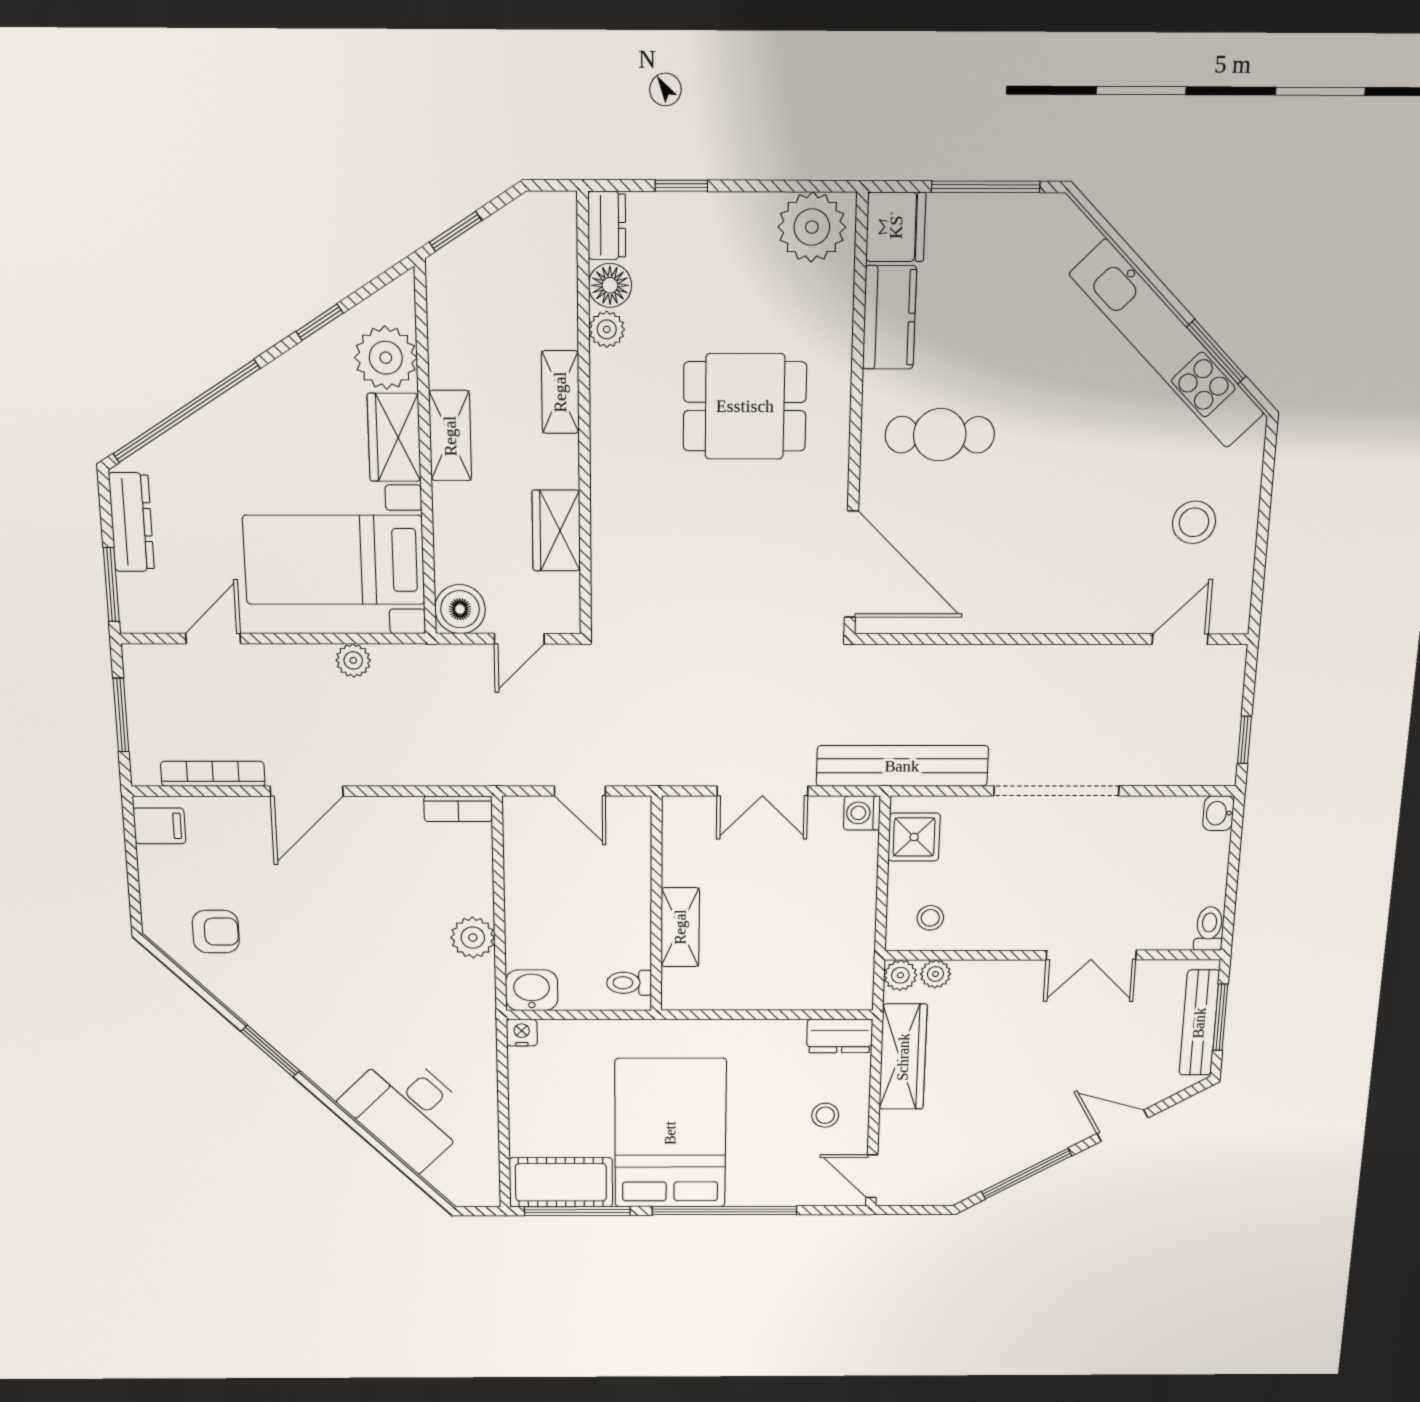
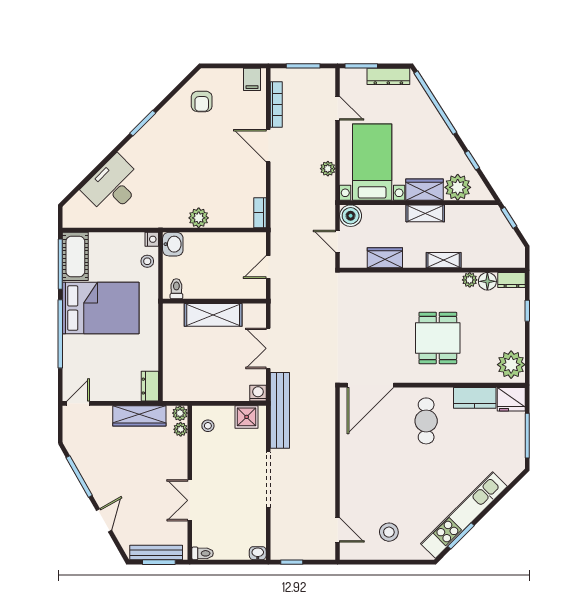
shelving: (680, 927) -> (213, 315), width x1.50, depth x1.33
stool: (825, 1115) -> (147, 261), moved

